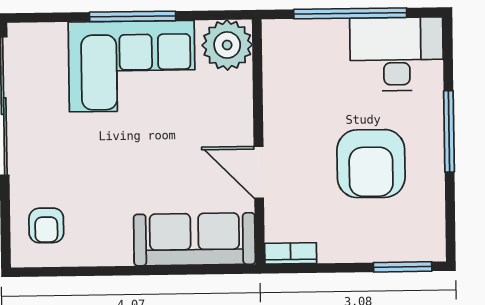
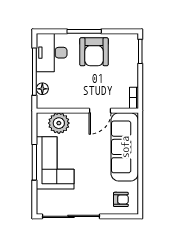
floor lamp: (310, 33) -> (42, 89), added
plant: (227, 45) -> (59, 123), moved
armchair: (371, 164) -> (94, 52), moved, turned 90
sofa: (194, 239) -> (125, 147), width x1.36, depth x1.27

